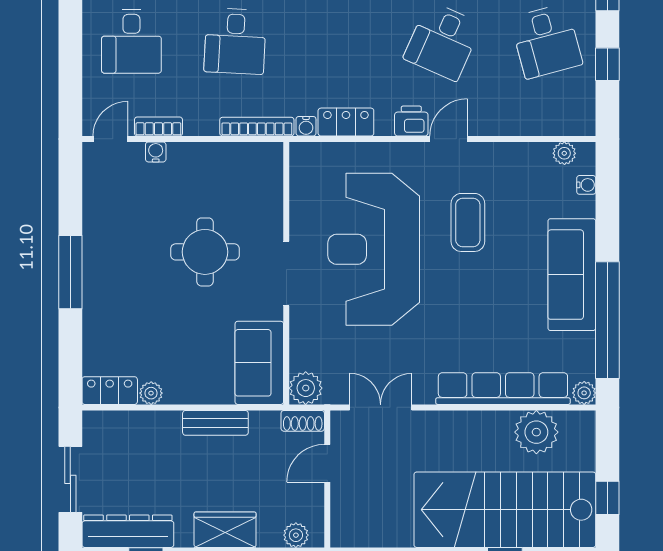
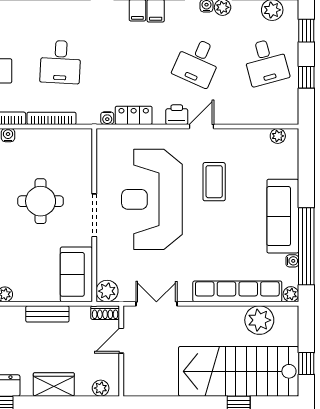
bookcase: (257, 127) -> (52, 118), moved
water cooler: (586, 185) -> (292, 261), moved

